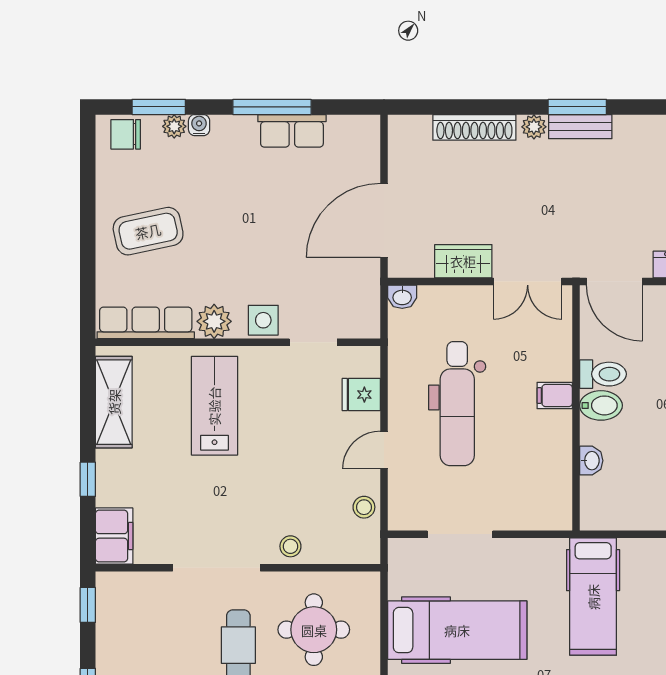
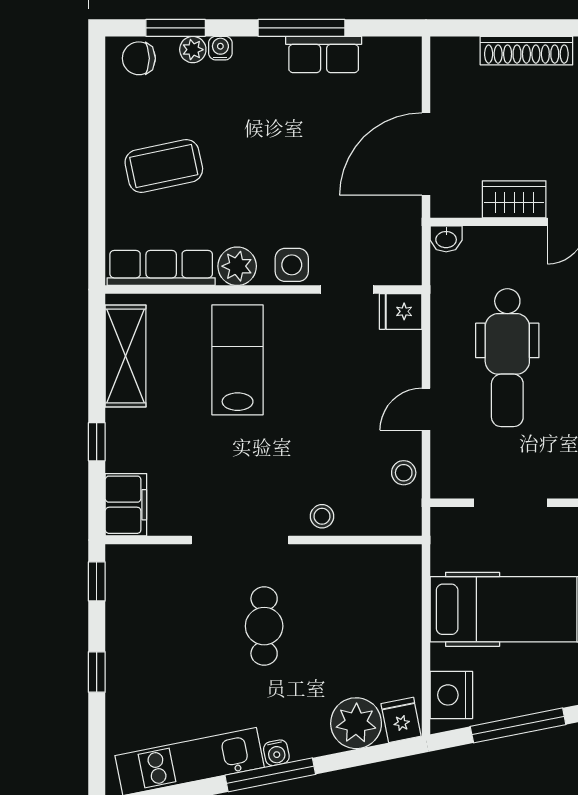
fridge: (361, 395) -> (401, 311), moved
round table: (314, 630) -> (348, 609), removed

